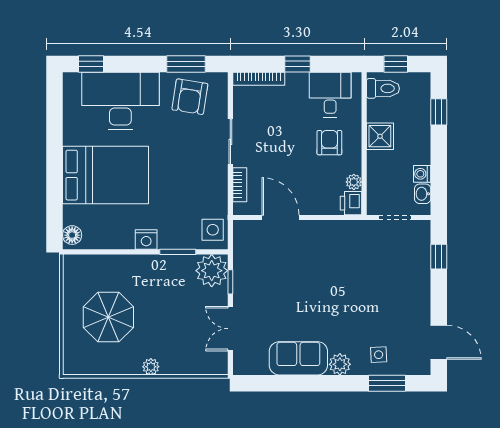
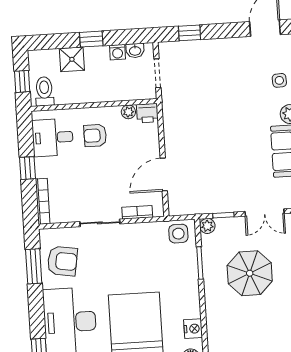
window: (439, 112) -> (91, 39), moved
shower: (380, 136) -> (72, 59), moved
nightstand: (146, 240) -> (193, 329), moved
plant: (212, 271) -> (207, 226), width x0.53, depth x0.53
parasol: (108, 317) -> (250, 273), moved

